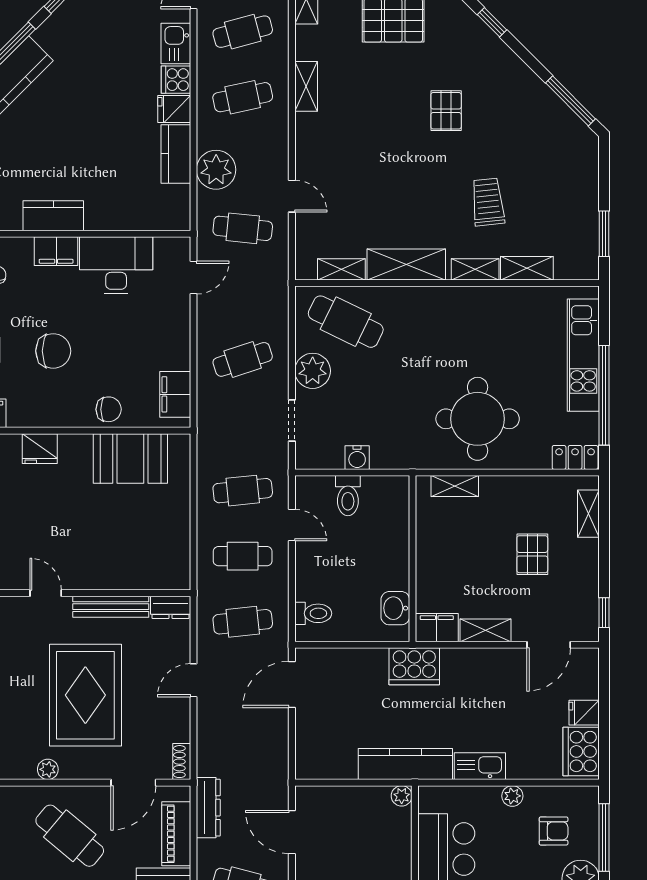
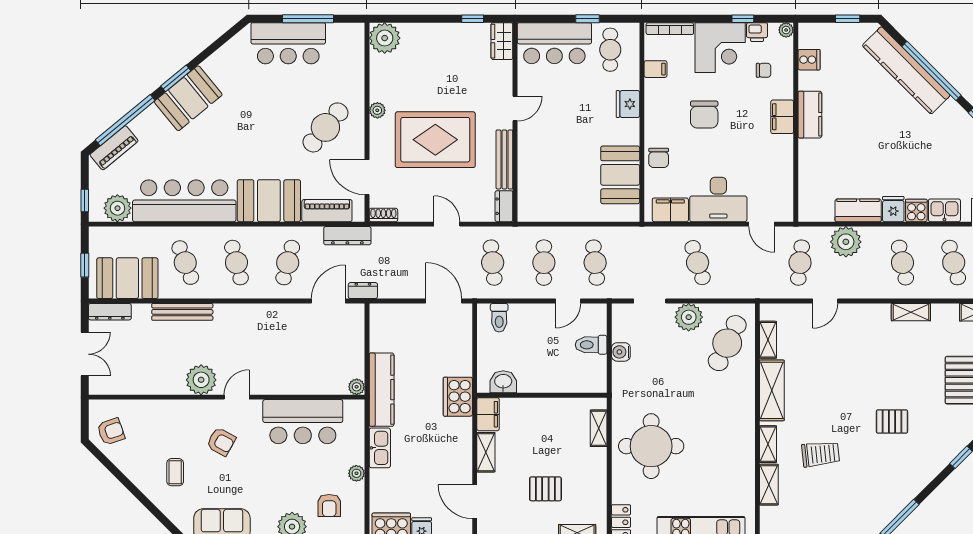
desk: (116, 265) -> (718, 199), moved, turned 90
dresser: (279, 788) -> (363, 291), added

